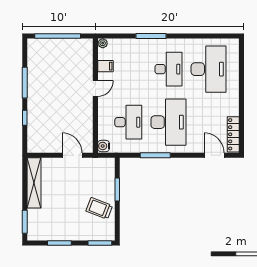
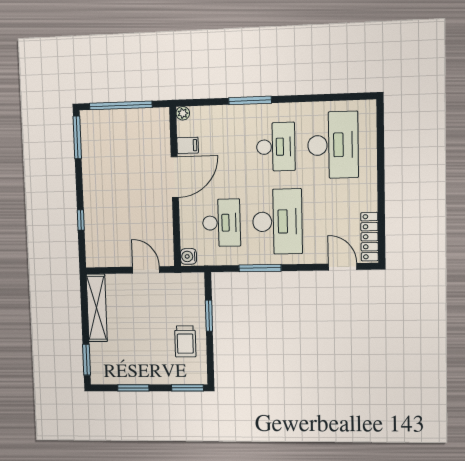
window: (25, 83) -> (77, 137), moved
door: (95, 88) -> (175, 177), width x1.88
trolley: (99, 208) -> (185, 341), turned -111

